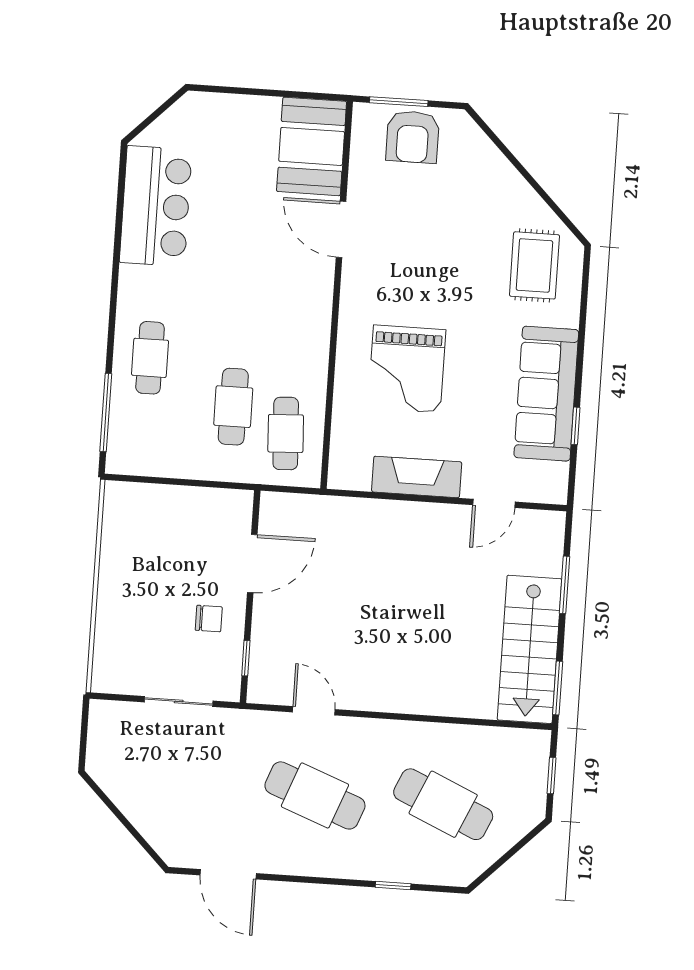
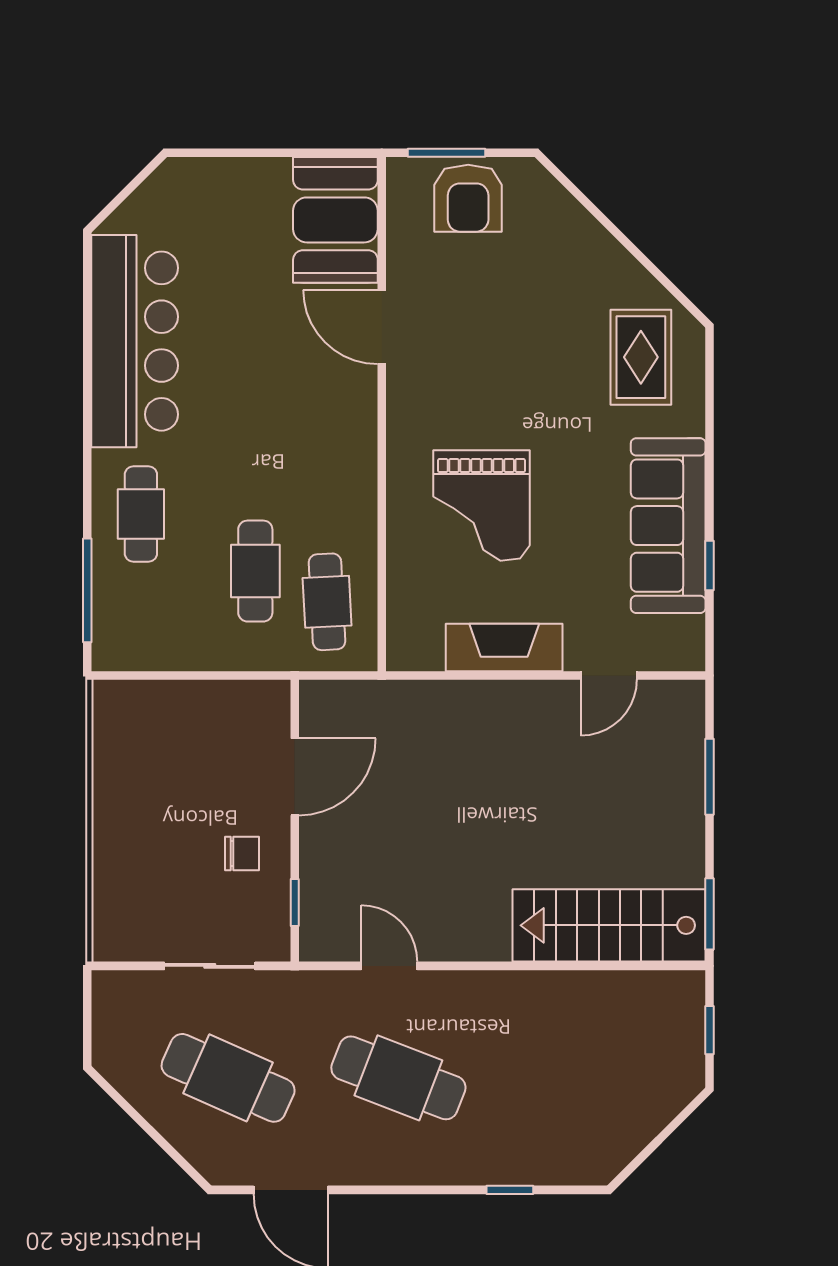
bar counter: (156, 206) -> (135, 341), width x1.36
stairs: (530, 649) -> (609, 925), moved, turned 90
cafe table: (443, 804) -> (228, 1078), moved

